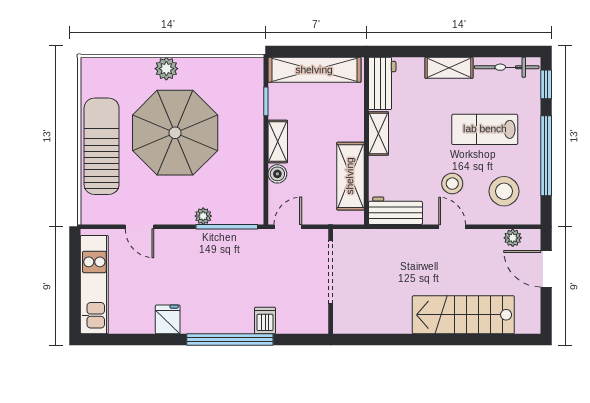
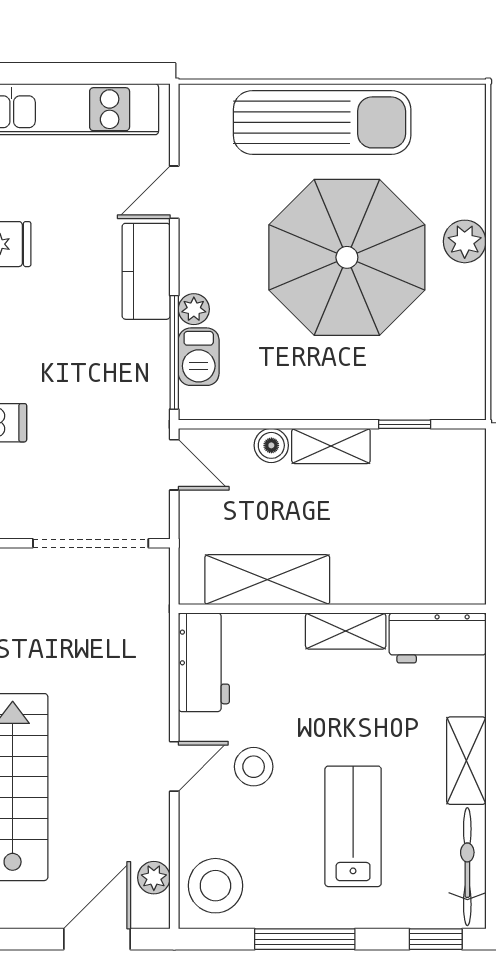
shelving: (314, 70) -> (463, 514), removed
window: (546, 156) -> (305, 939), width x0.68
stool: (504, 191) -> (215, 886), moved
barbecue: (229, 213) -> (199, 357), added
kitchen counter: (183, 242) -> (146, 271), added

